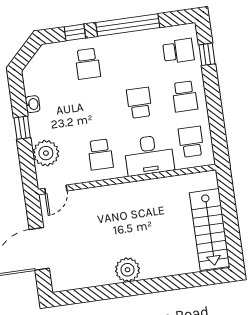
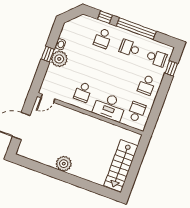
school desk: (139, 103) -> (130, 48), moved, turned -90
plant: (46, 153) -> (59, 59), moved

